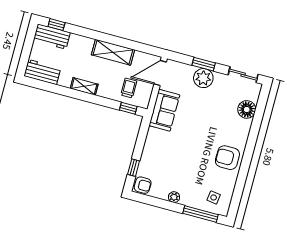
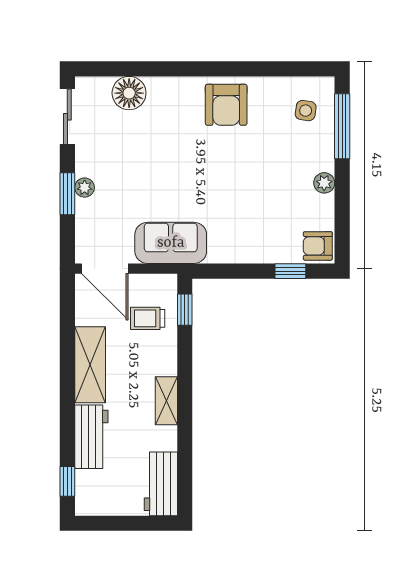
workbench: (52, 37) -> (91, 437), moved
plant: (203, 78) -> (85, 188), width x0.53, depth x0.53
armchair: (143, 185) -> (318, 246), turned -90

